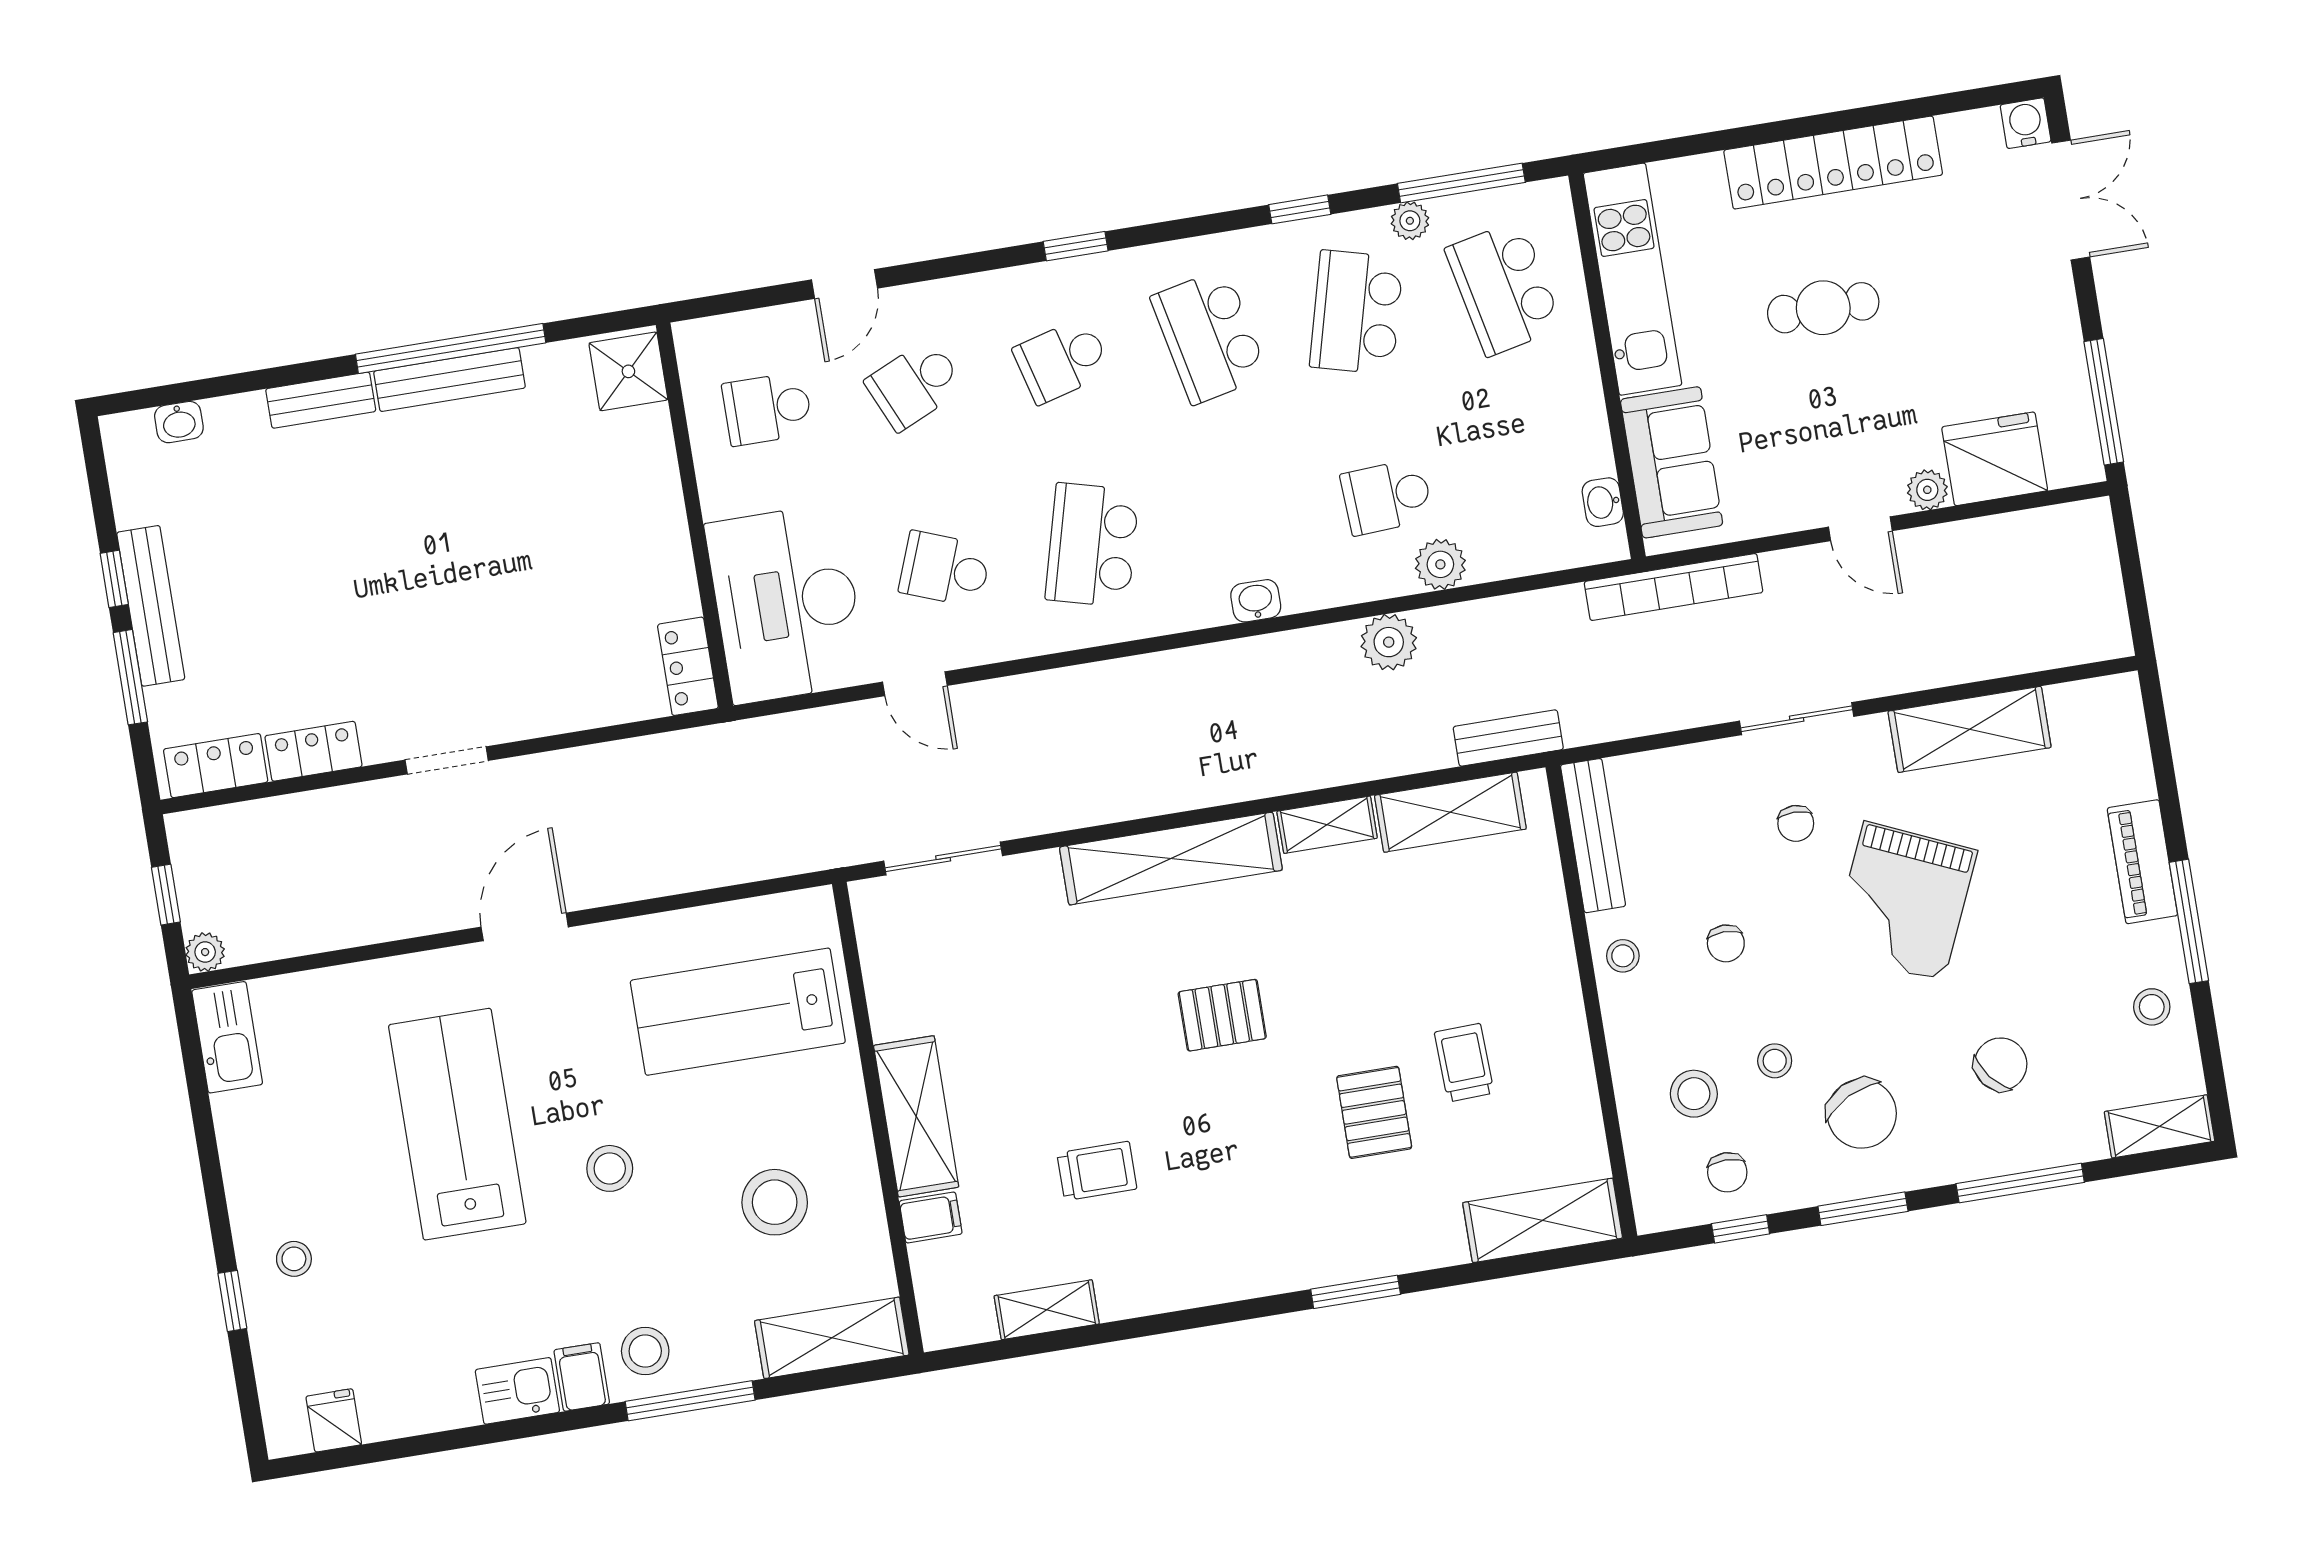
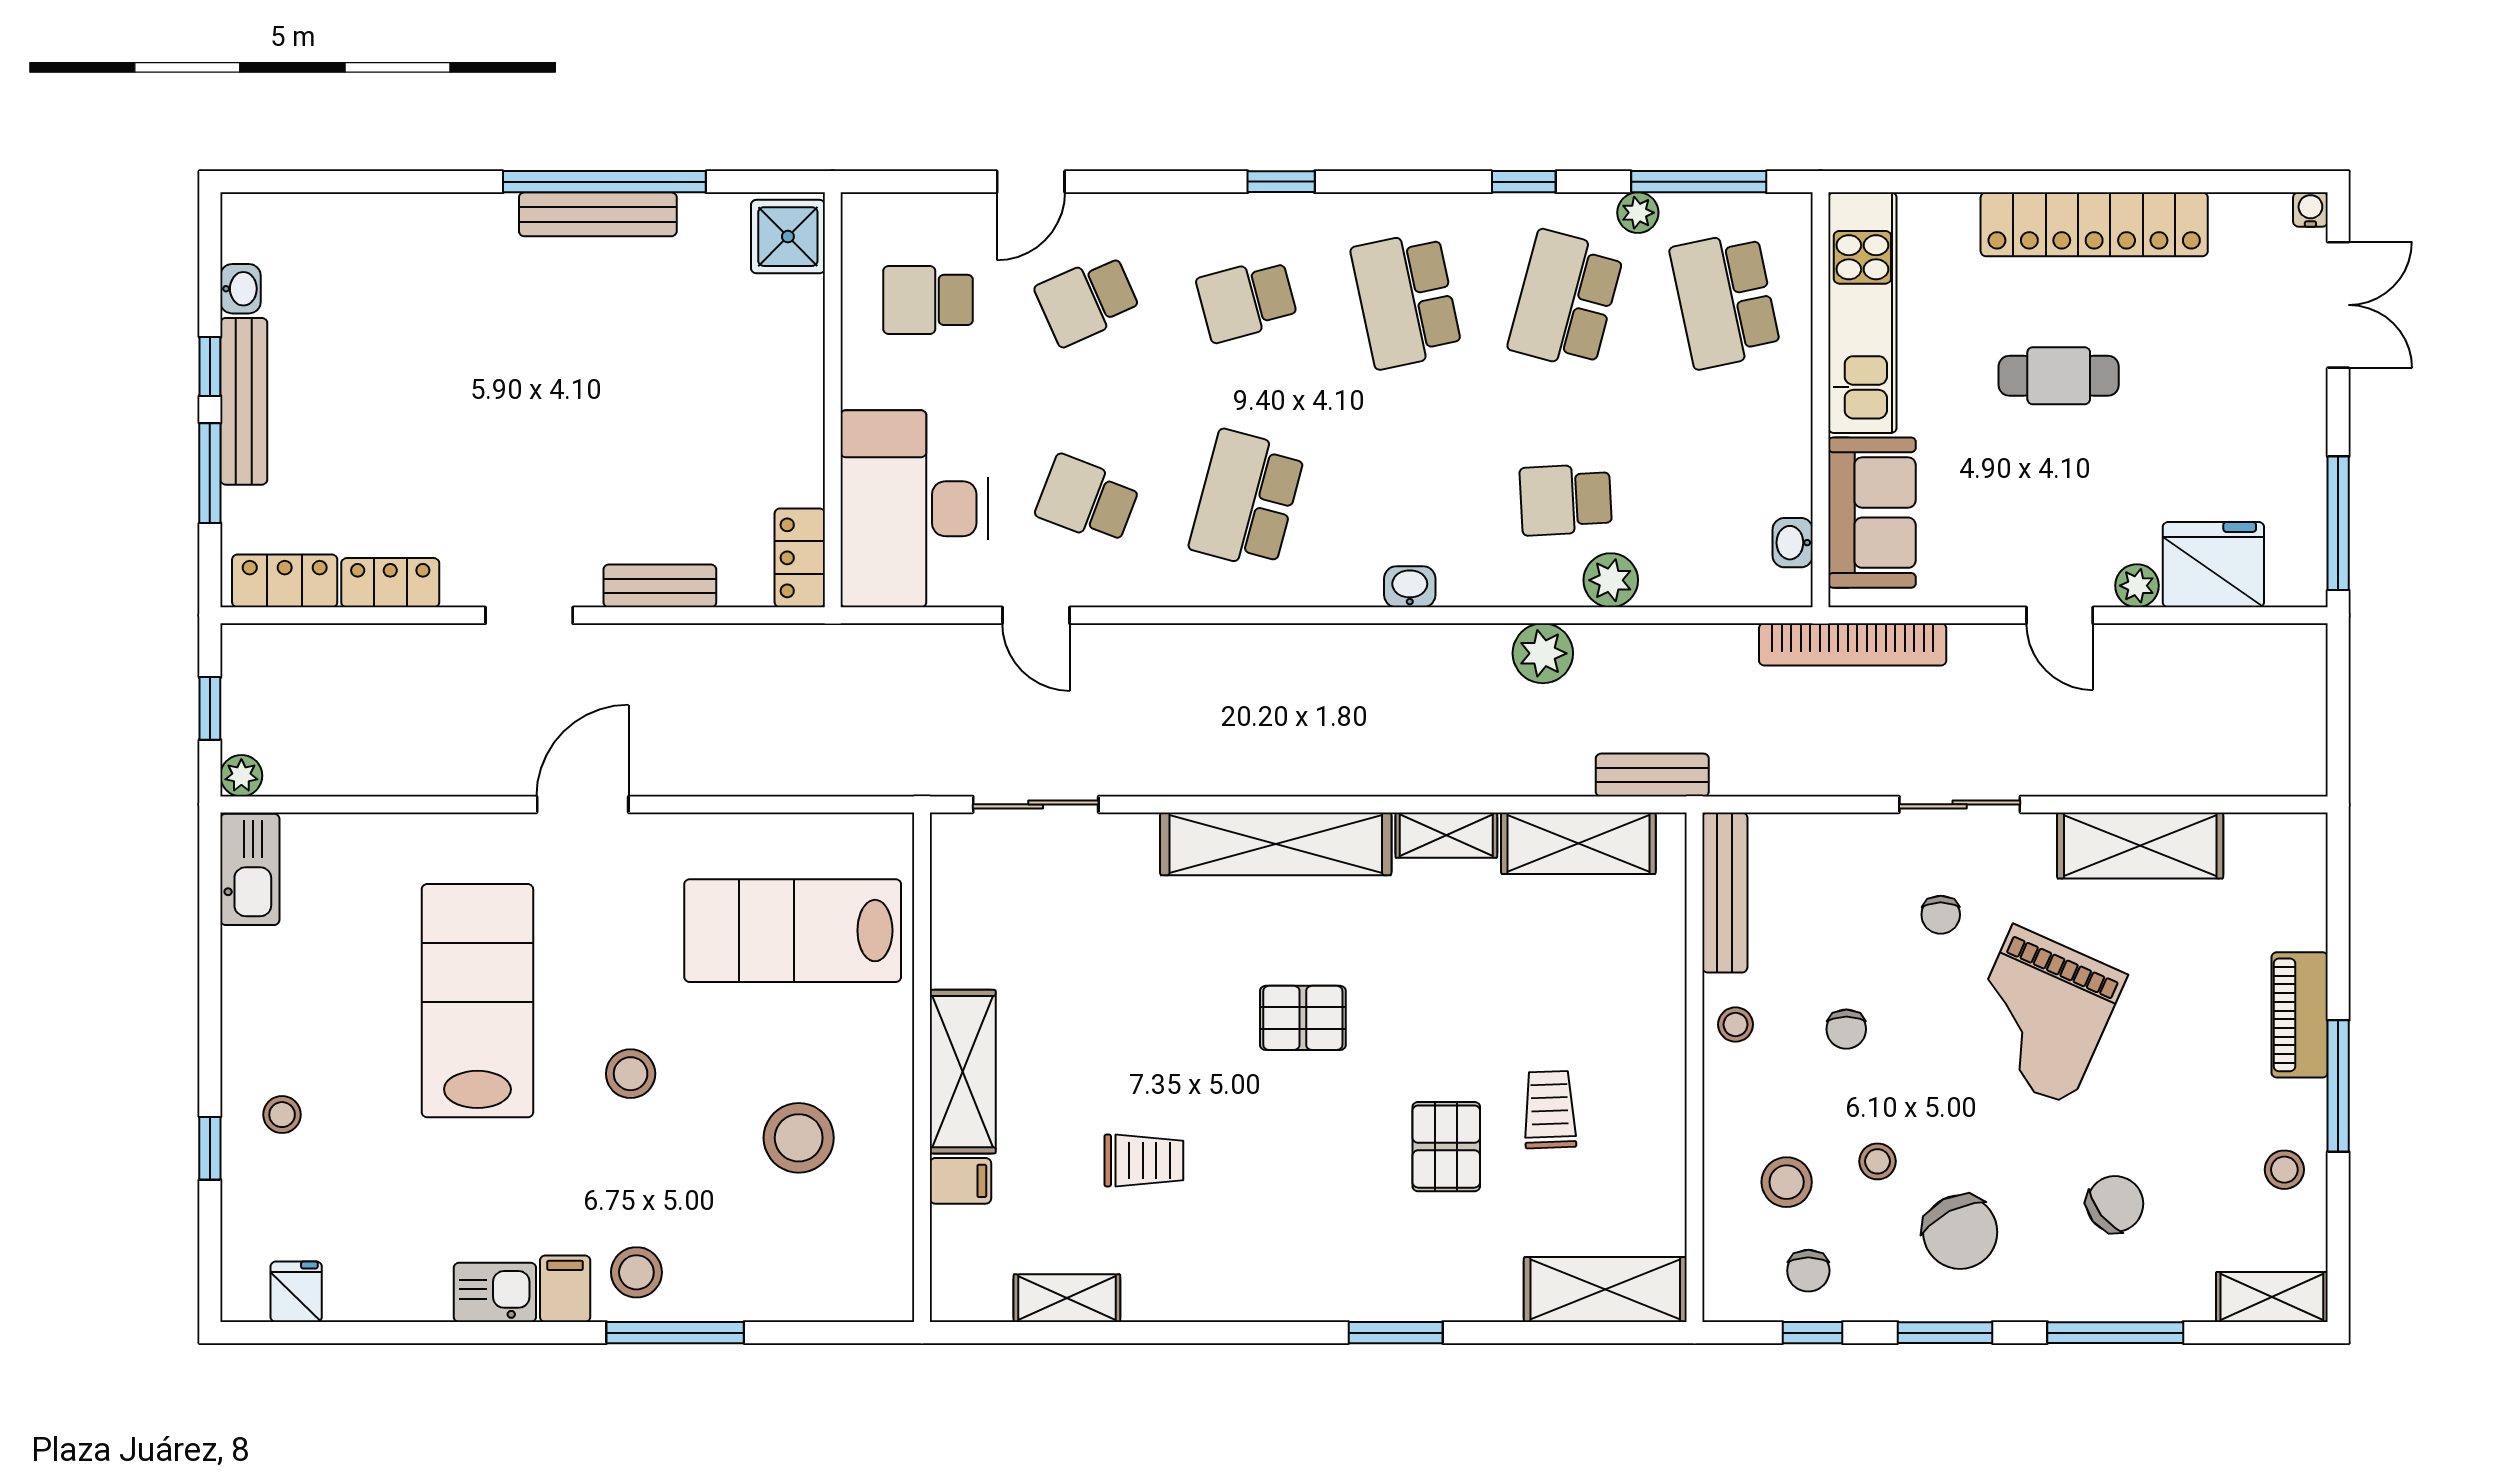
water cooler: (2026, 123) -> (2310, 210), width x0.72, depth x0.72
bench: (321, 400) -> (660, 586), moved
washbasin: (179, 422) -> (241, 289), moved, turned -90
shelving: (832, 1338) -> (835, 1291), removed

